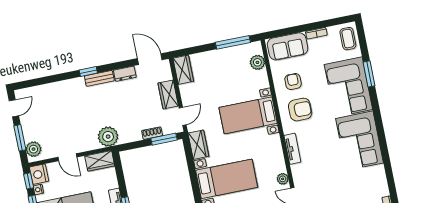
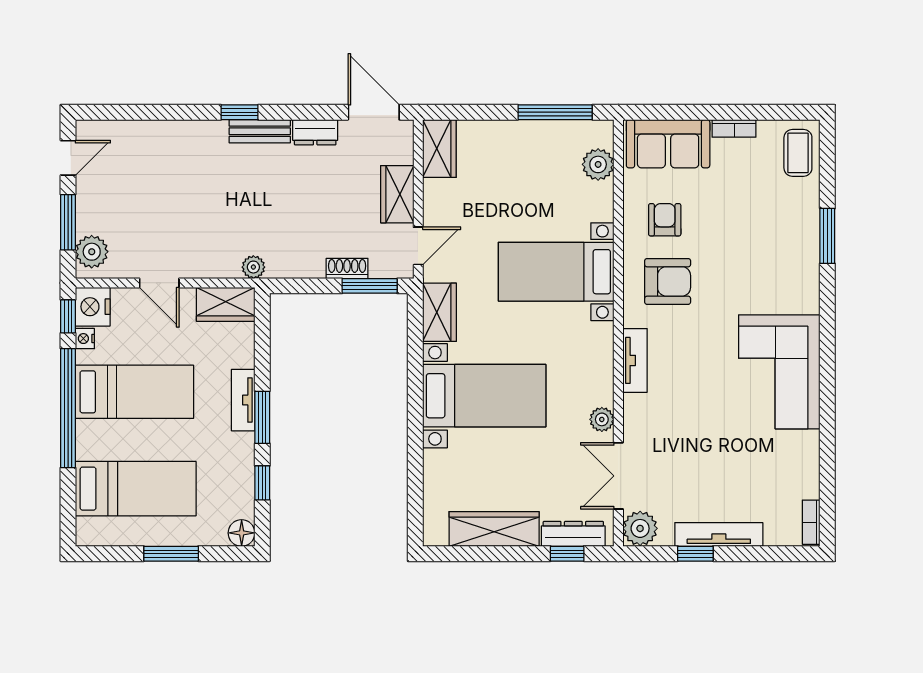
corner sofa: (348, 87) -> (779, 255), removed
plant: (108, 137) -> (253, 267), width x0.53, depth x0.53

